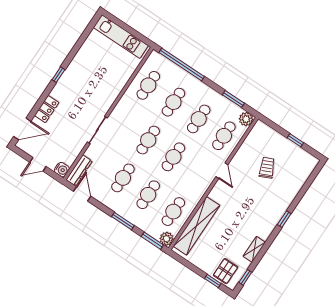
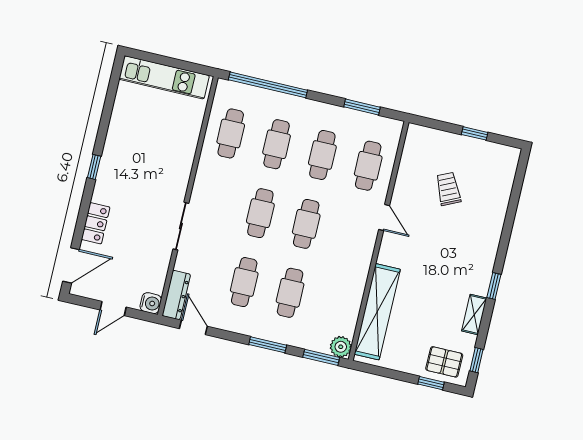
plant: (246, 119) -> (391, 129), removed
cafe table: (173, 212) -> (336, 304), removed
window: (284, 219) -> (494, 286), moved
pallet: (226, 271) -> (444, 362), turned 90

